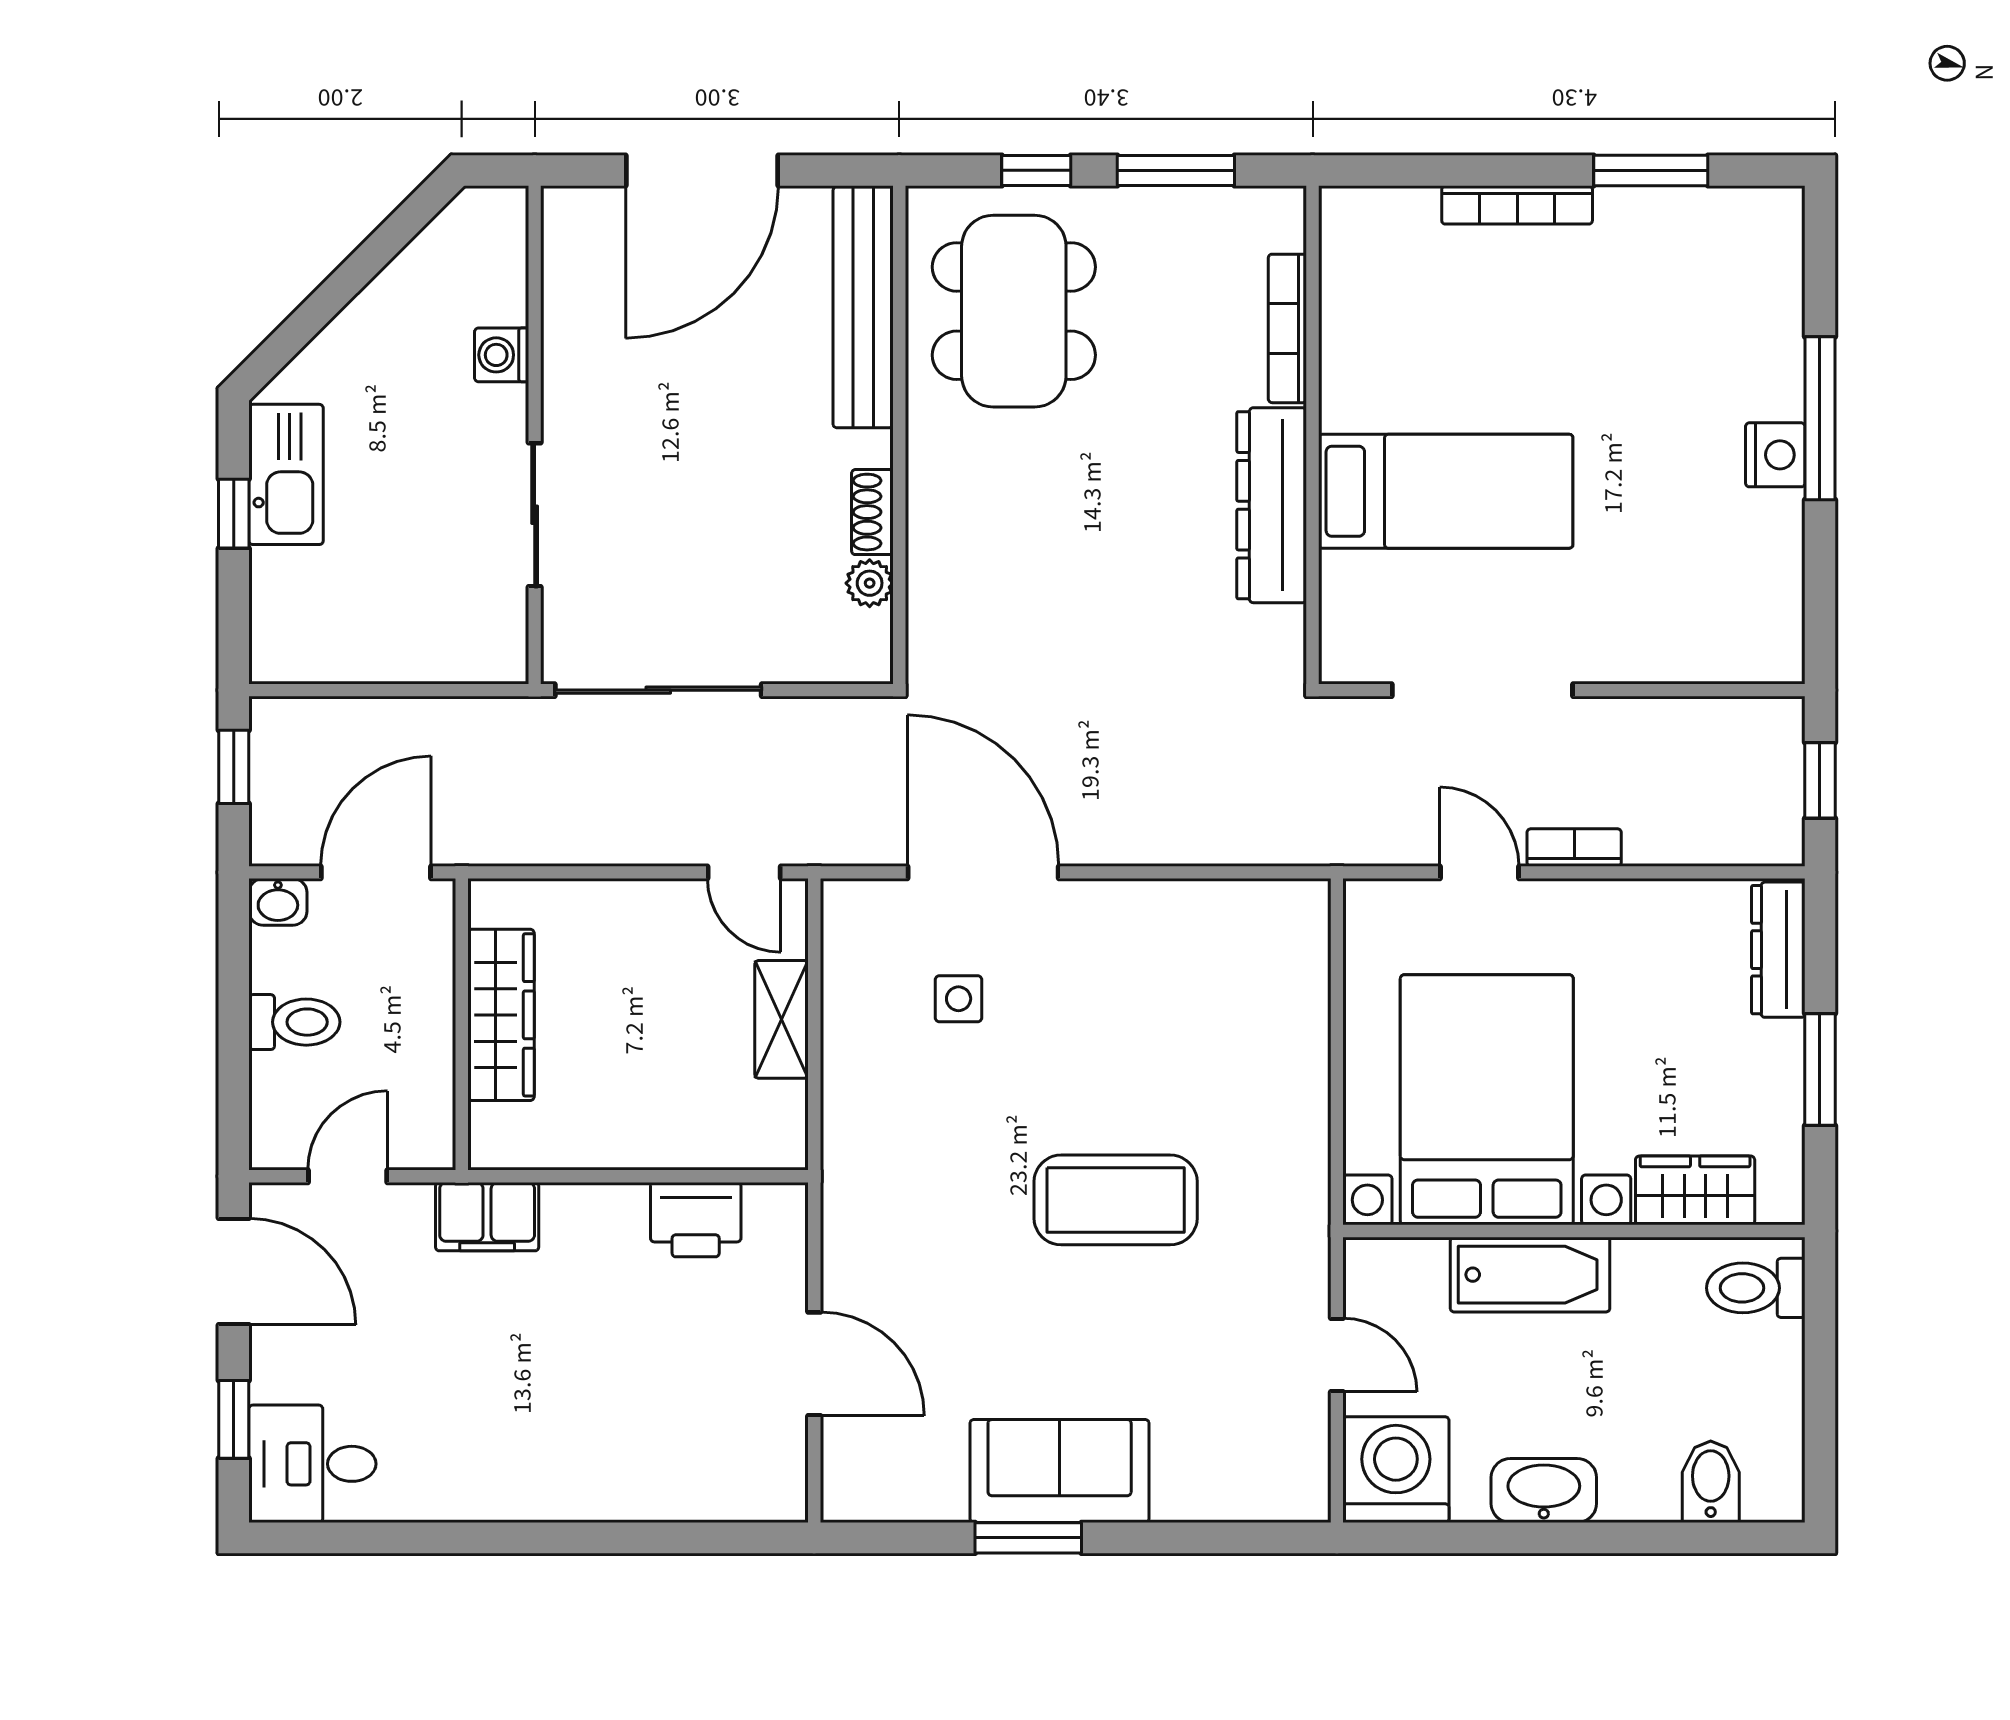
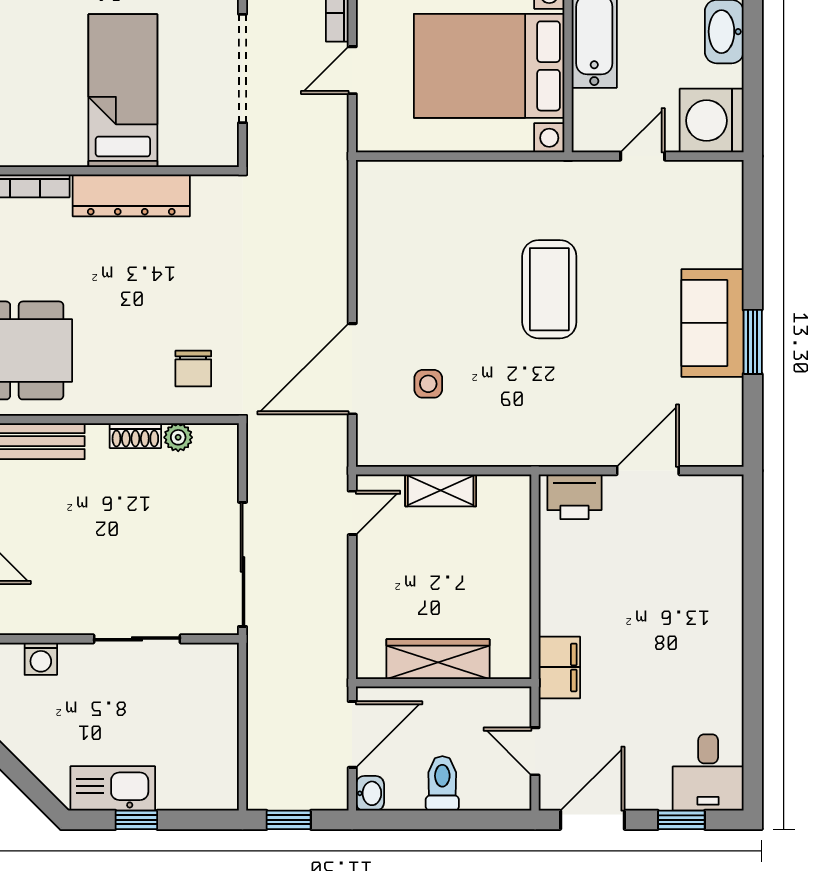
chair: (984, 608) -> (193, 369), added
door: (376, 872) -> (352, 734), swing flipped
printer: (696, 1220) -> (574, 497), moved, turned 90

